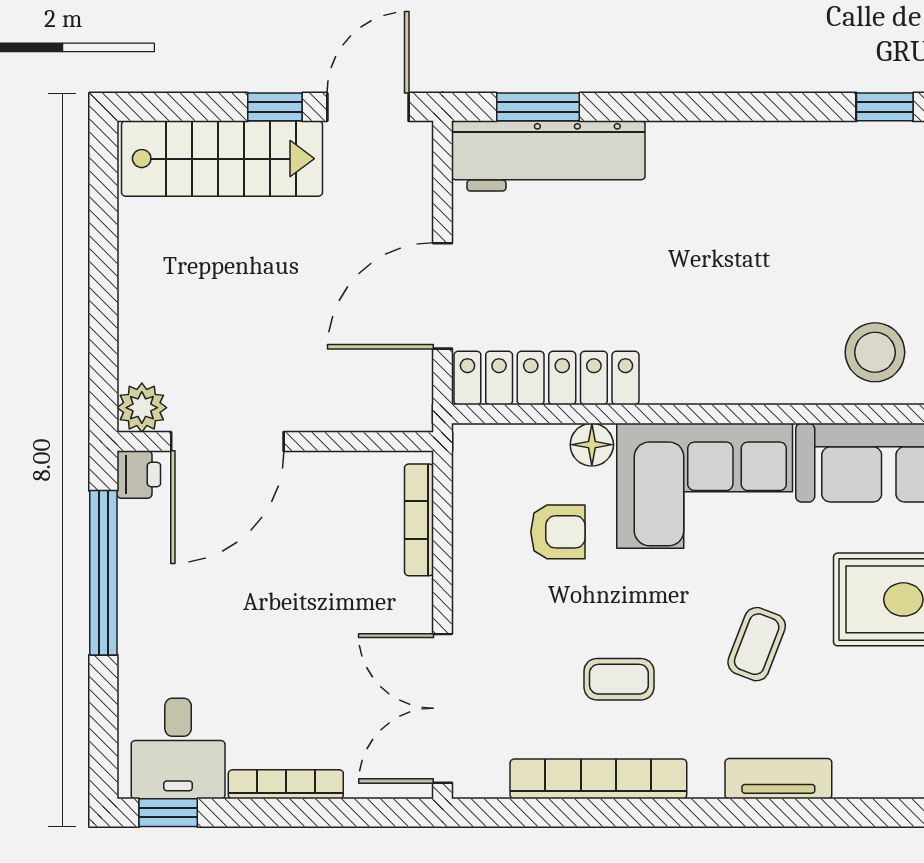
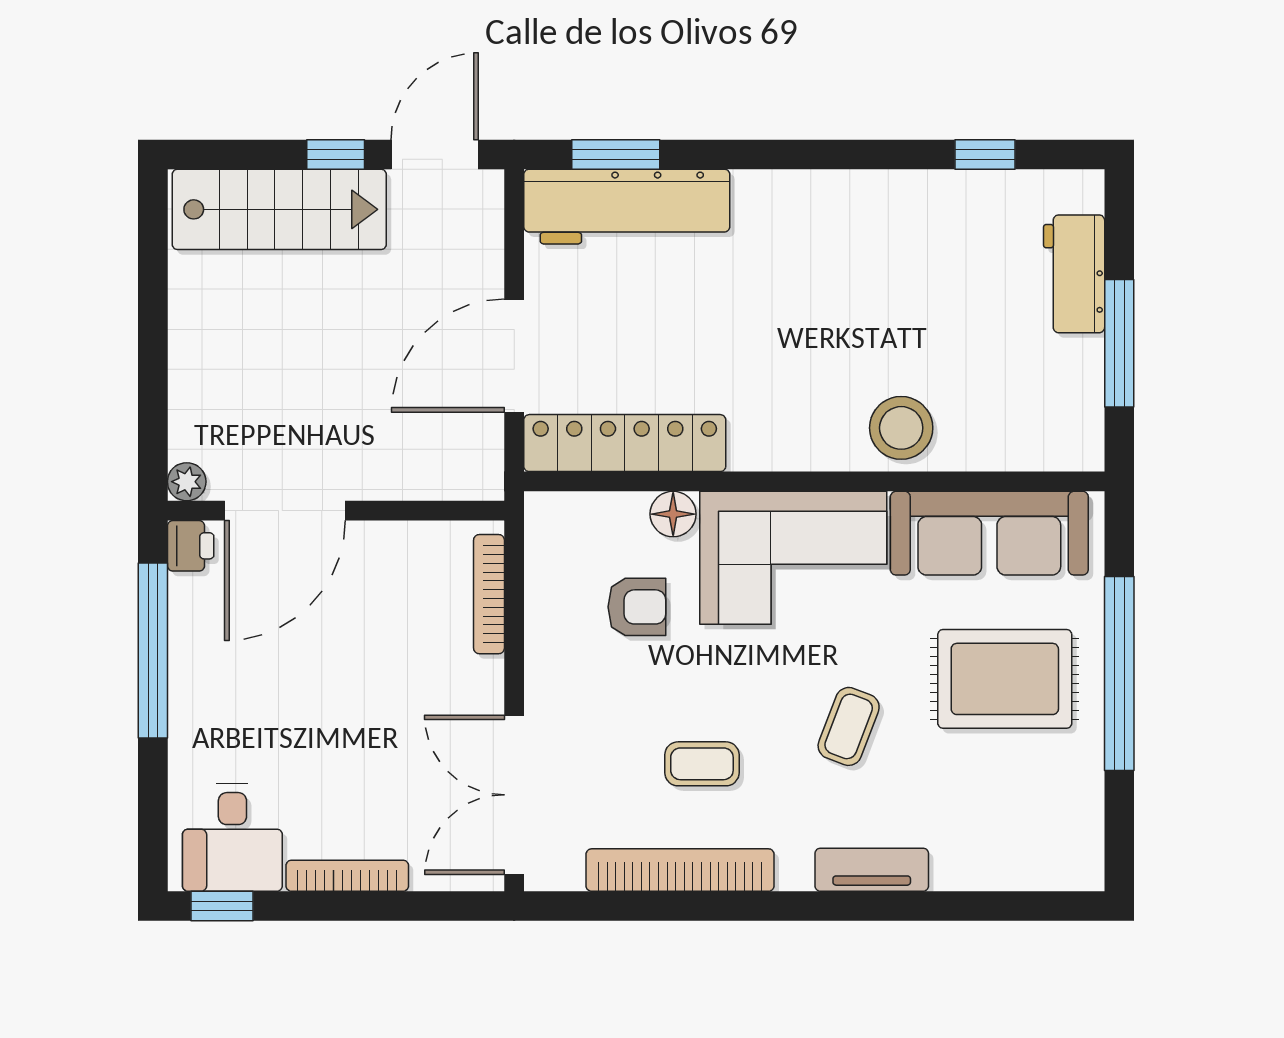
stool: (875, 352) -> (901, 428), moved
plant: (142, 408) -> (187, 482), width x0.73, depth x0.73

